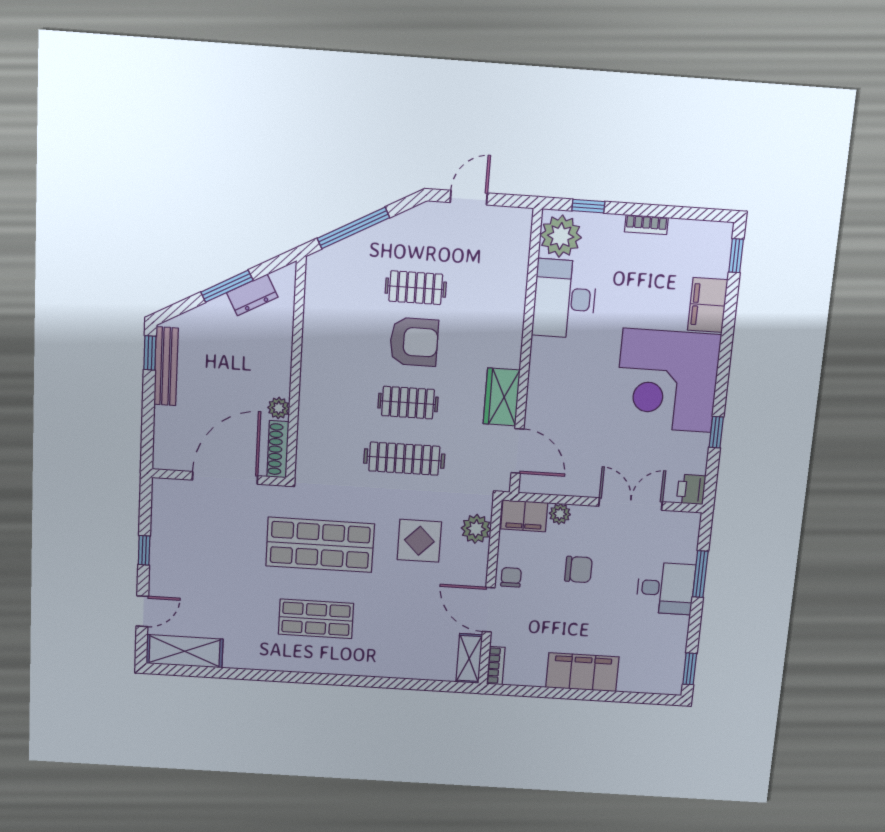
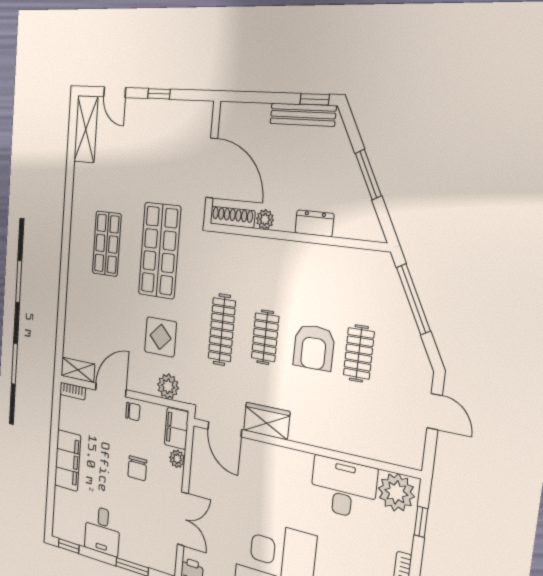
dresser: (252, 295) -> (314, 223), moved, turned 118
door: (518, 451) -> (225, 429), hinge flipped
desk: (666, 588) -> (102, 531), moved

